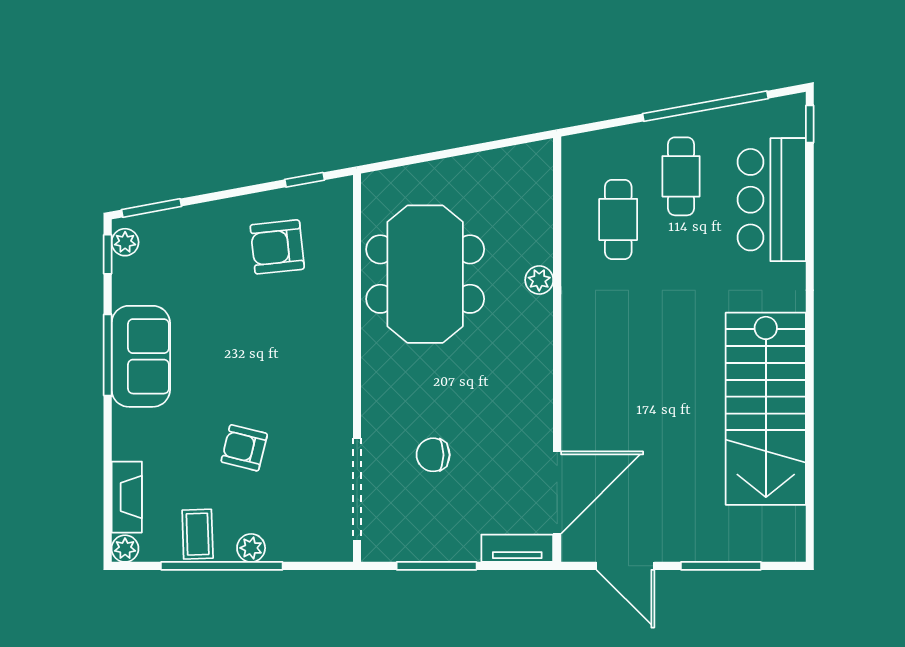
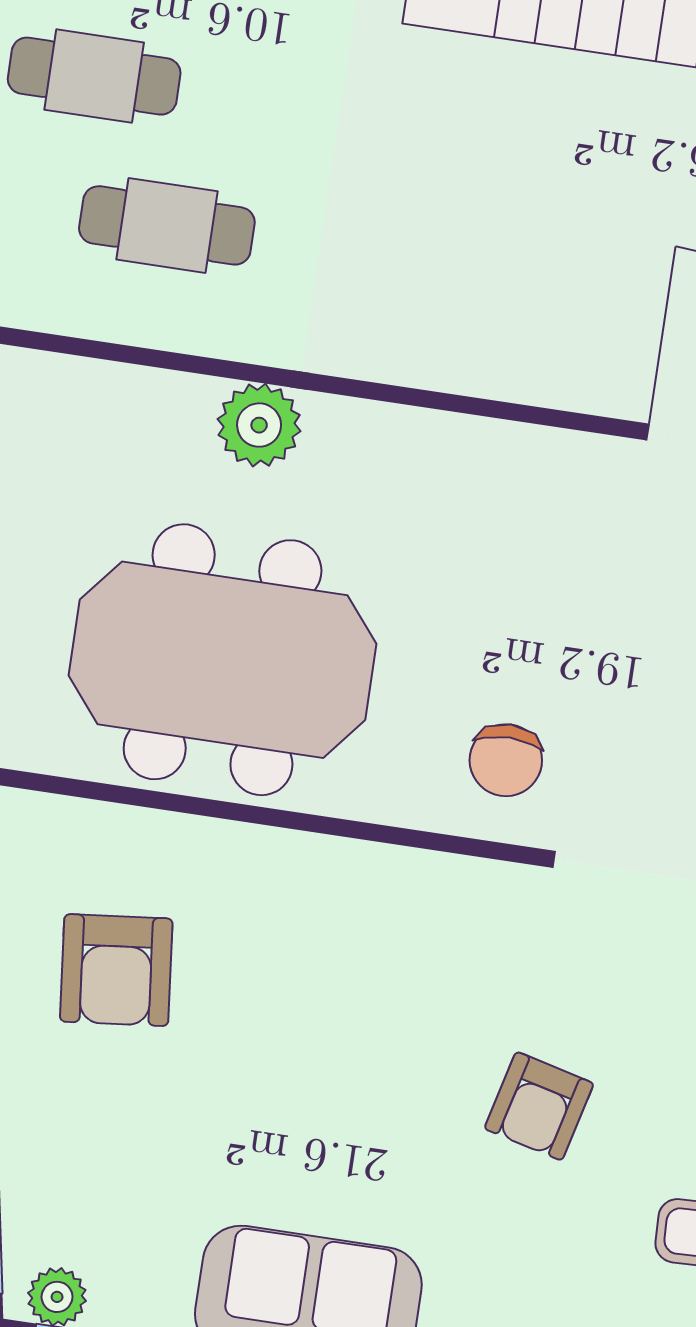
plant: (539, 280) -> (259, 425), width x1.38, depth x1.38
chair: (433, 455) -> (506, 760), moved

